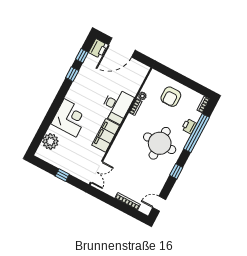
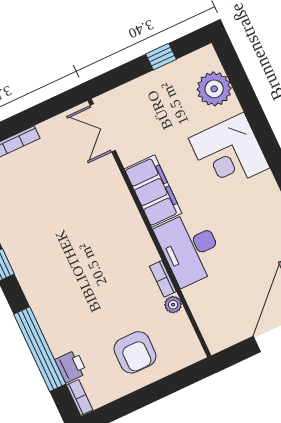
armchair: (171, 97) -> (135, 352), turned 180
printer: (189, 126) -> (71, 366), moved
round table: (160, 143) -> (70, 273), removed
window: (62, 175) -> (161, 57), moved

